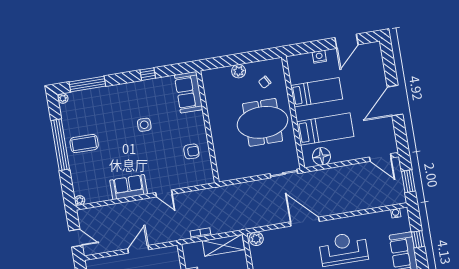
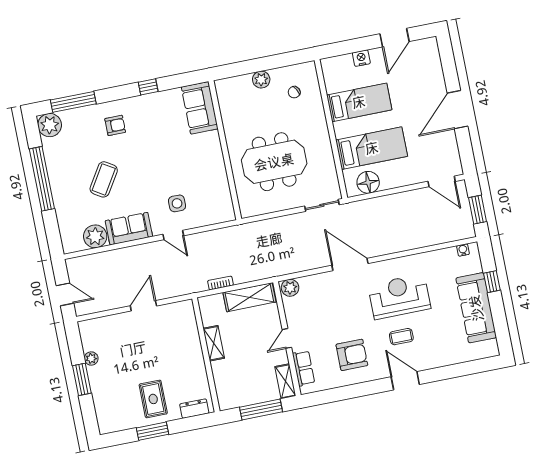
plant: (63, 98) -> (50, 125), width x1.88, depth x1.88
meeting table: (263, 122) -> (274, 162), moved
side table: (144, 125) -> (177, 203), moved
coffee table: (84, 144) -> (104, 179), moved, turned -58
armchair: (191, 151) -> (115, 125), moved
plant: (80, 200) -> (95, 236), moved, width x1.87, depth x1.87

